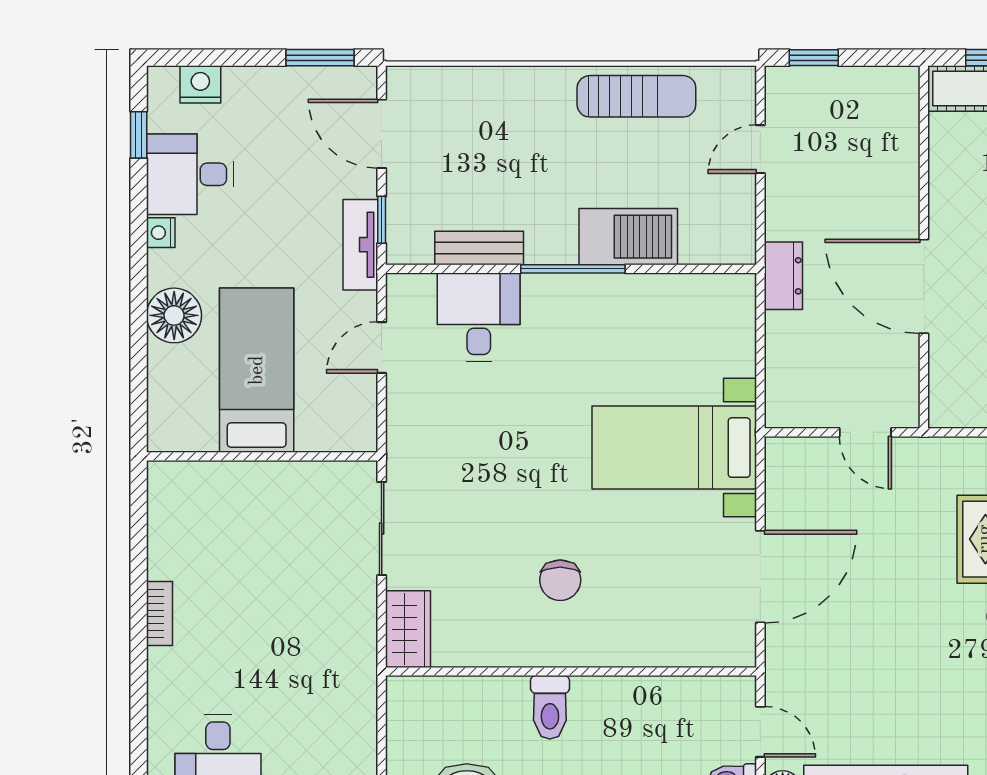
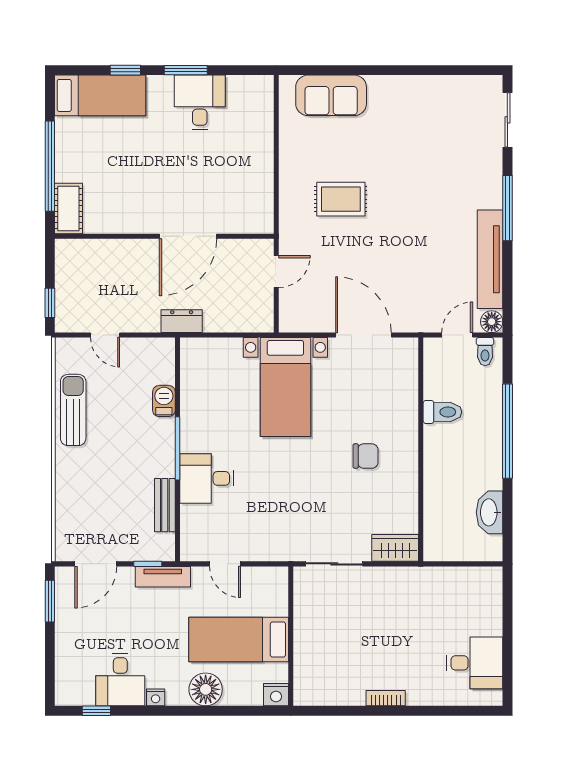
nightstand: (200, 84) -> (276, 695), moved, turned -90
barbecue: (628, 237) -> (164, 401), width x0.53, depth x0.65
desk: (479, 317) -> (207, 478), moved
toilet: (550, 707) -> (442, 412), moved

